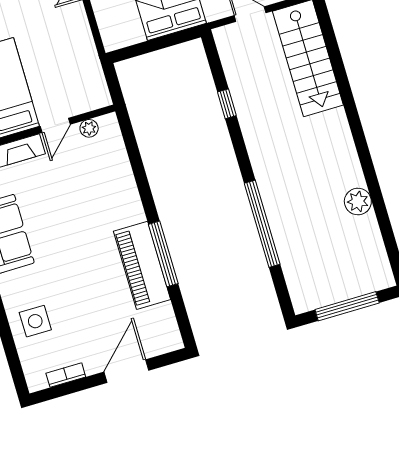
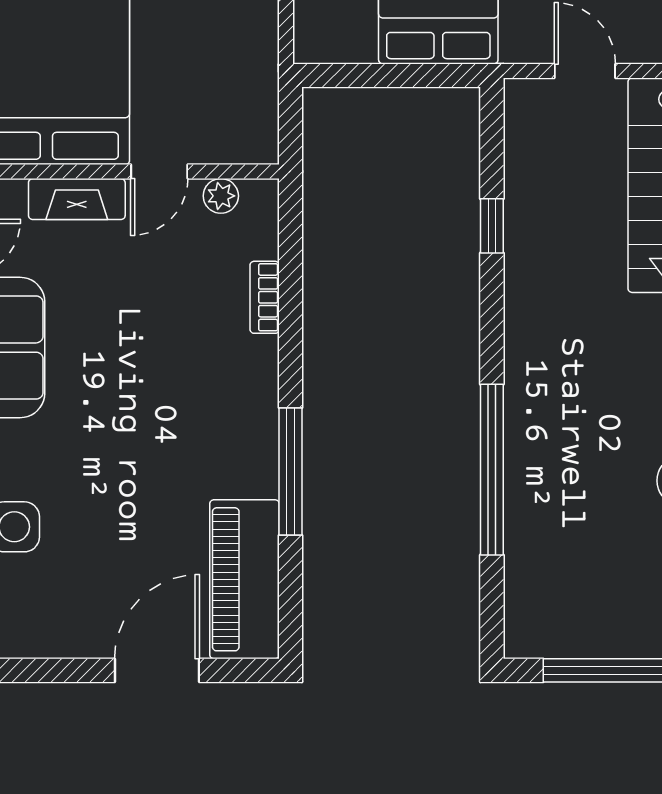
piano: (142, 265) -> (244, 579), moved
bookcase: (66, 375) -> (265, 297), moved, turned -90

